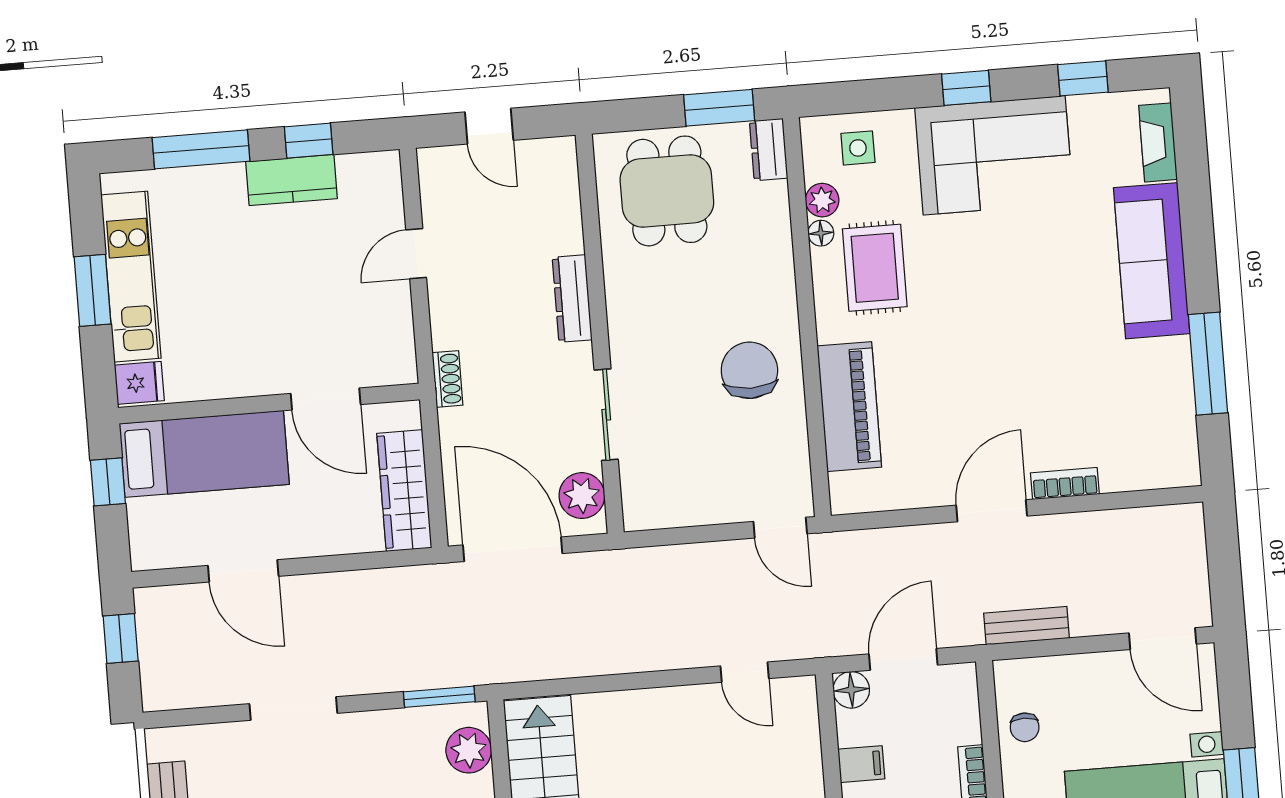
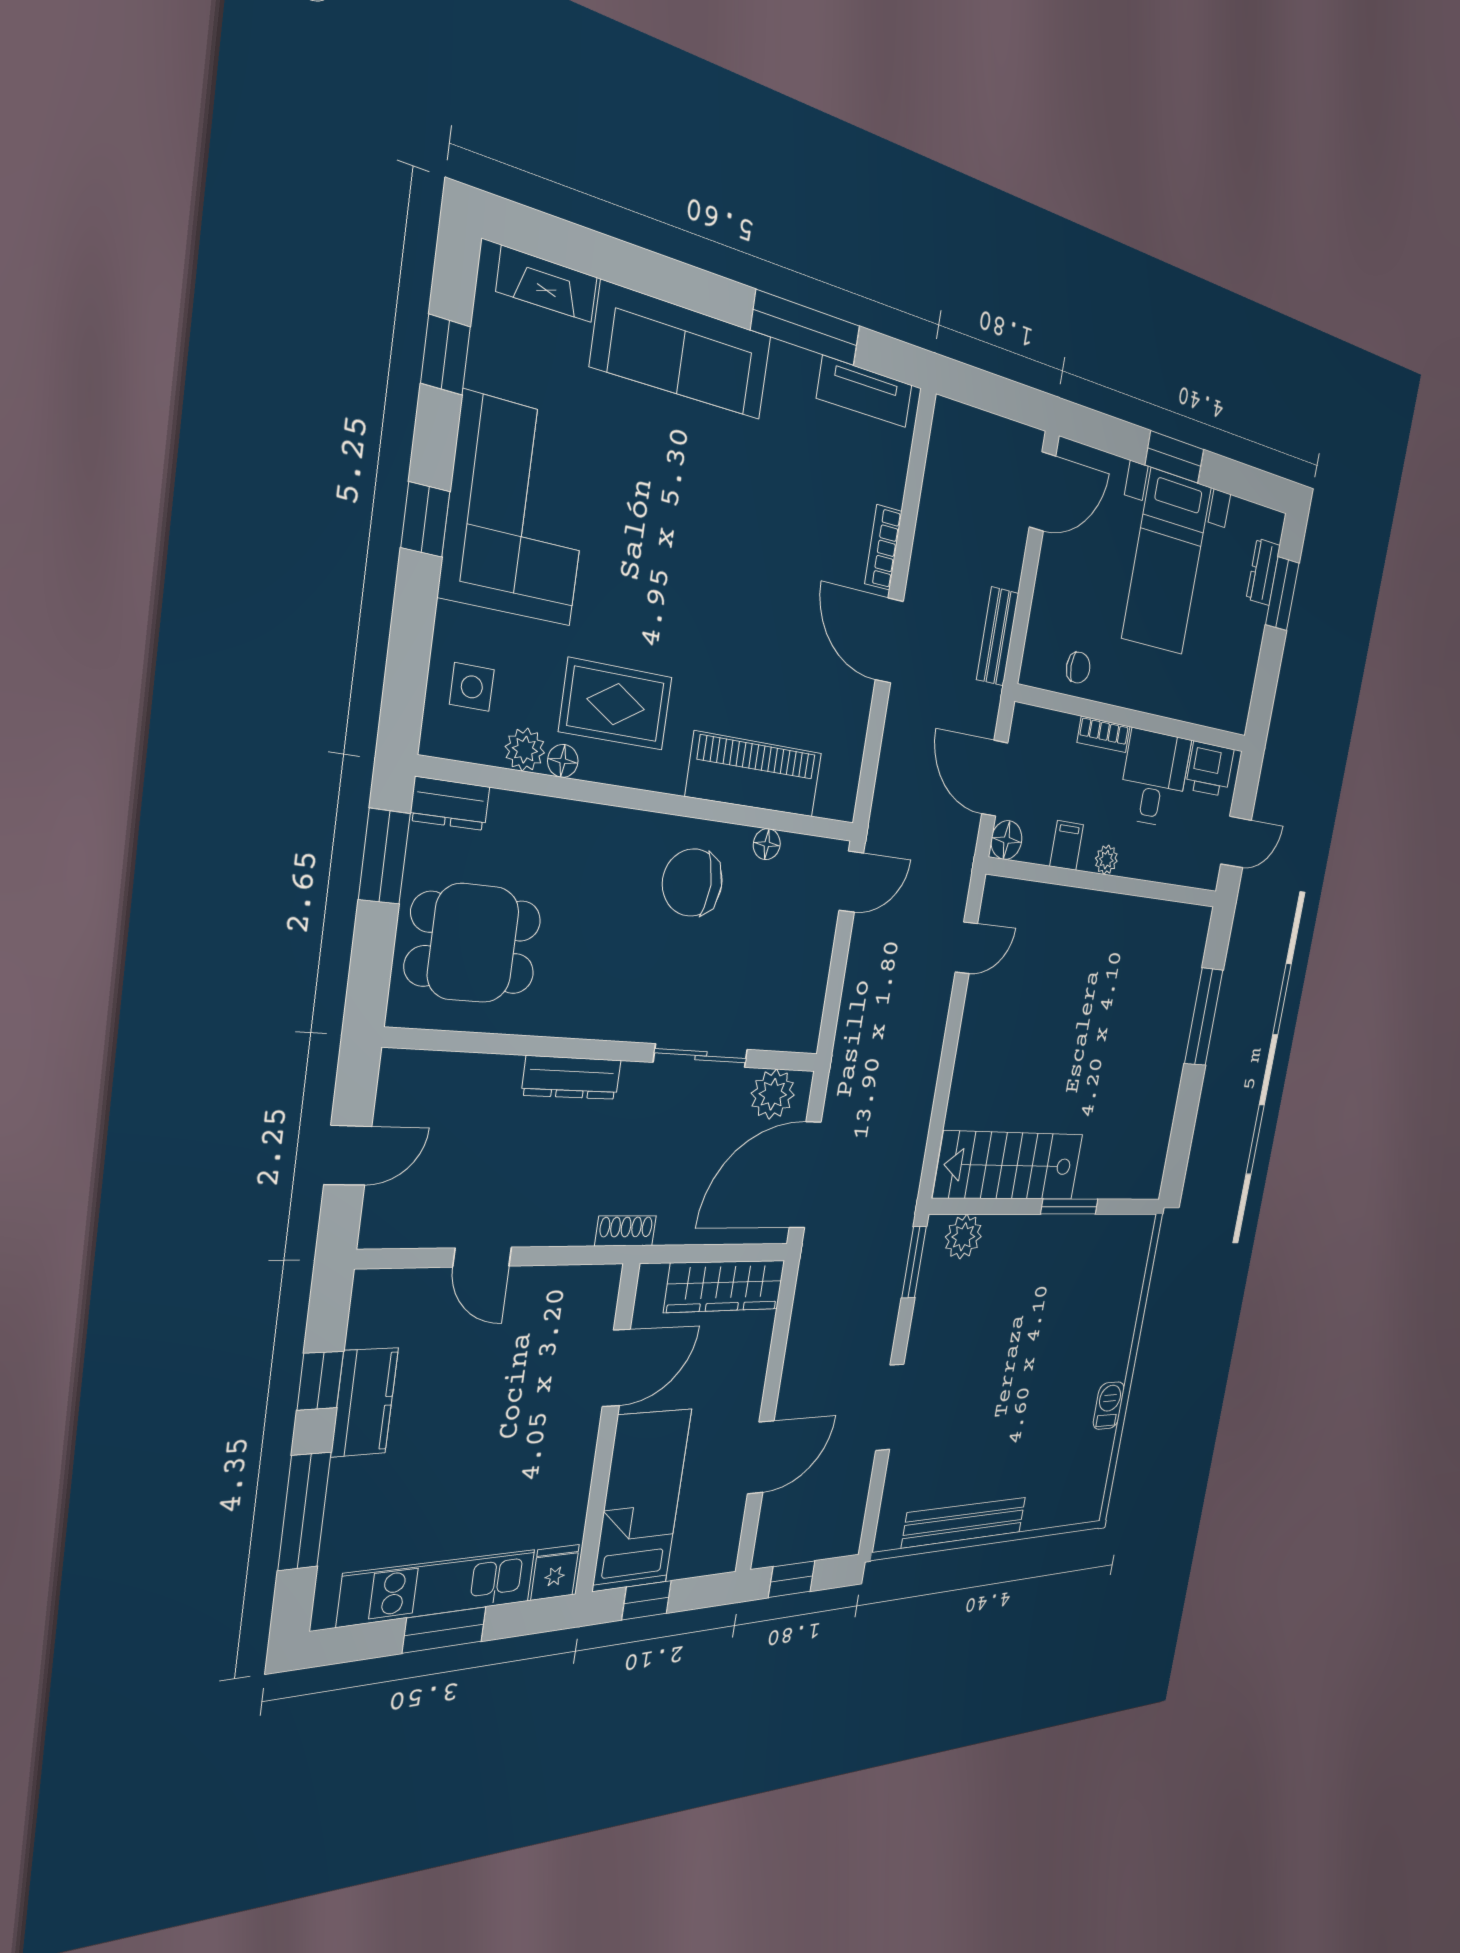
tv unit: (1180, 431) -> (865, 392), added
floor lamp: (795, 433) -> (767, 844), added

